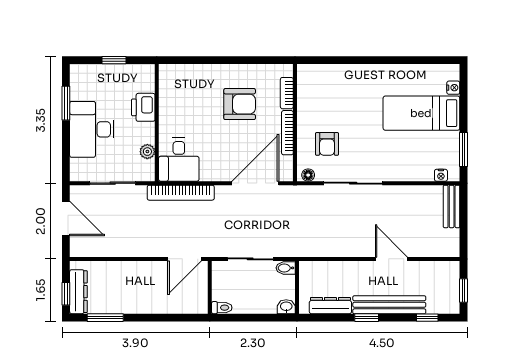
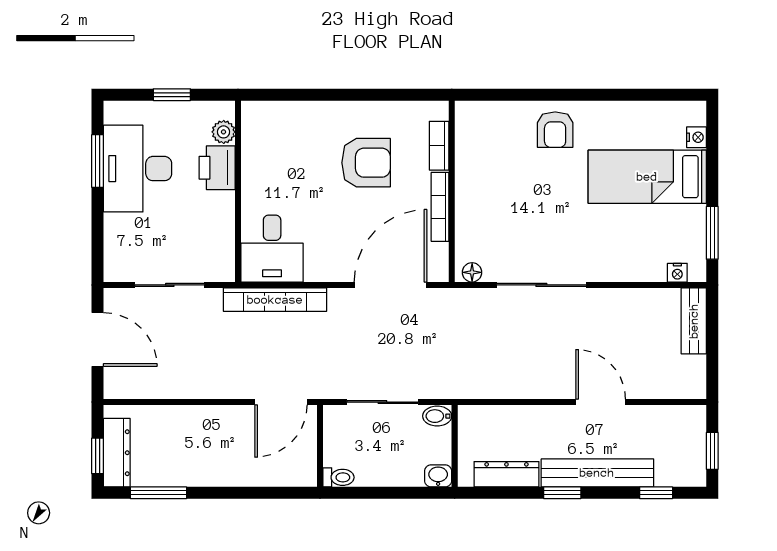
desk: (92, 129) -> (138, 169), moved
armchair: (327, 144) -> (555, 130), moved
plant: (147, 152) -> (224, 132), moved

